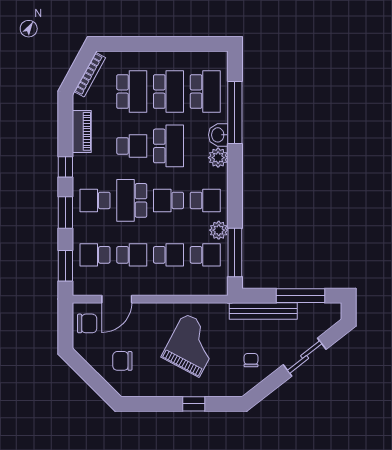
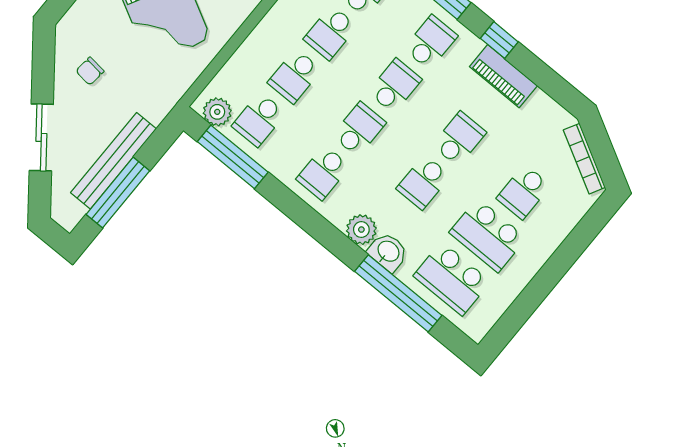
school desk: (132, 92) -> (524, 192), width x0.54
piano: (82, 131) -> (503, 76), moved
school desk: (132, 146) -> (459, 139), turned 180
school desk: (169, 146) -> (423, 182), width x0.54
school desk: (132, 200) -> (395, 86), width x0.54
plant: (219, 230) -> (217, 112), moved
bench: (263, 311) -> (113, 161), moved
chair: (251, 360) -> (90, 71), turned 96

